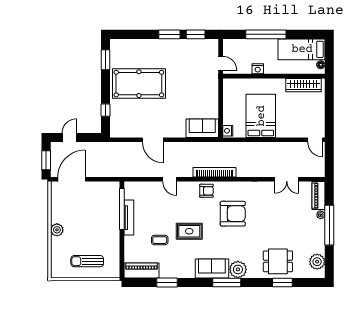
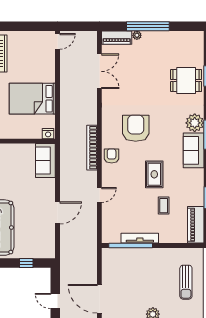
double door: (287, 179) -> (99, 71), width x1.37
dining table: (278, 261) -> (186, 81), turned 90
plant: (317, 262) -> (186, 39), removed

